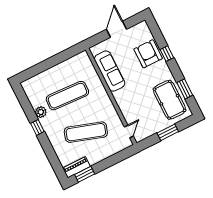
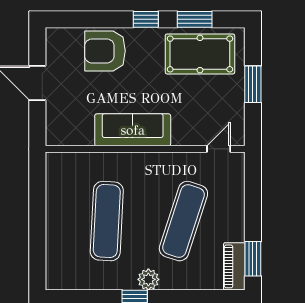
window: (167, 54) -> (146, 19), moved
sofa: (110, 71) -> (133, 130), moved
plant: (41, 112) -> (148, 279), moved
door: (129, 132) -> (219, 149), hinge flipped

